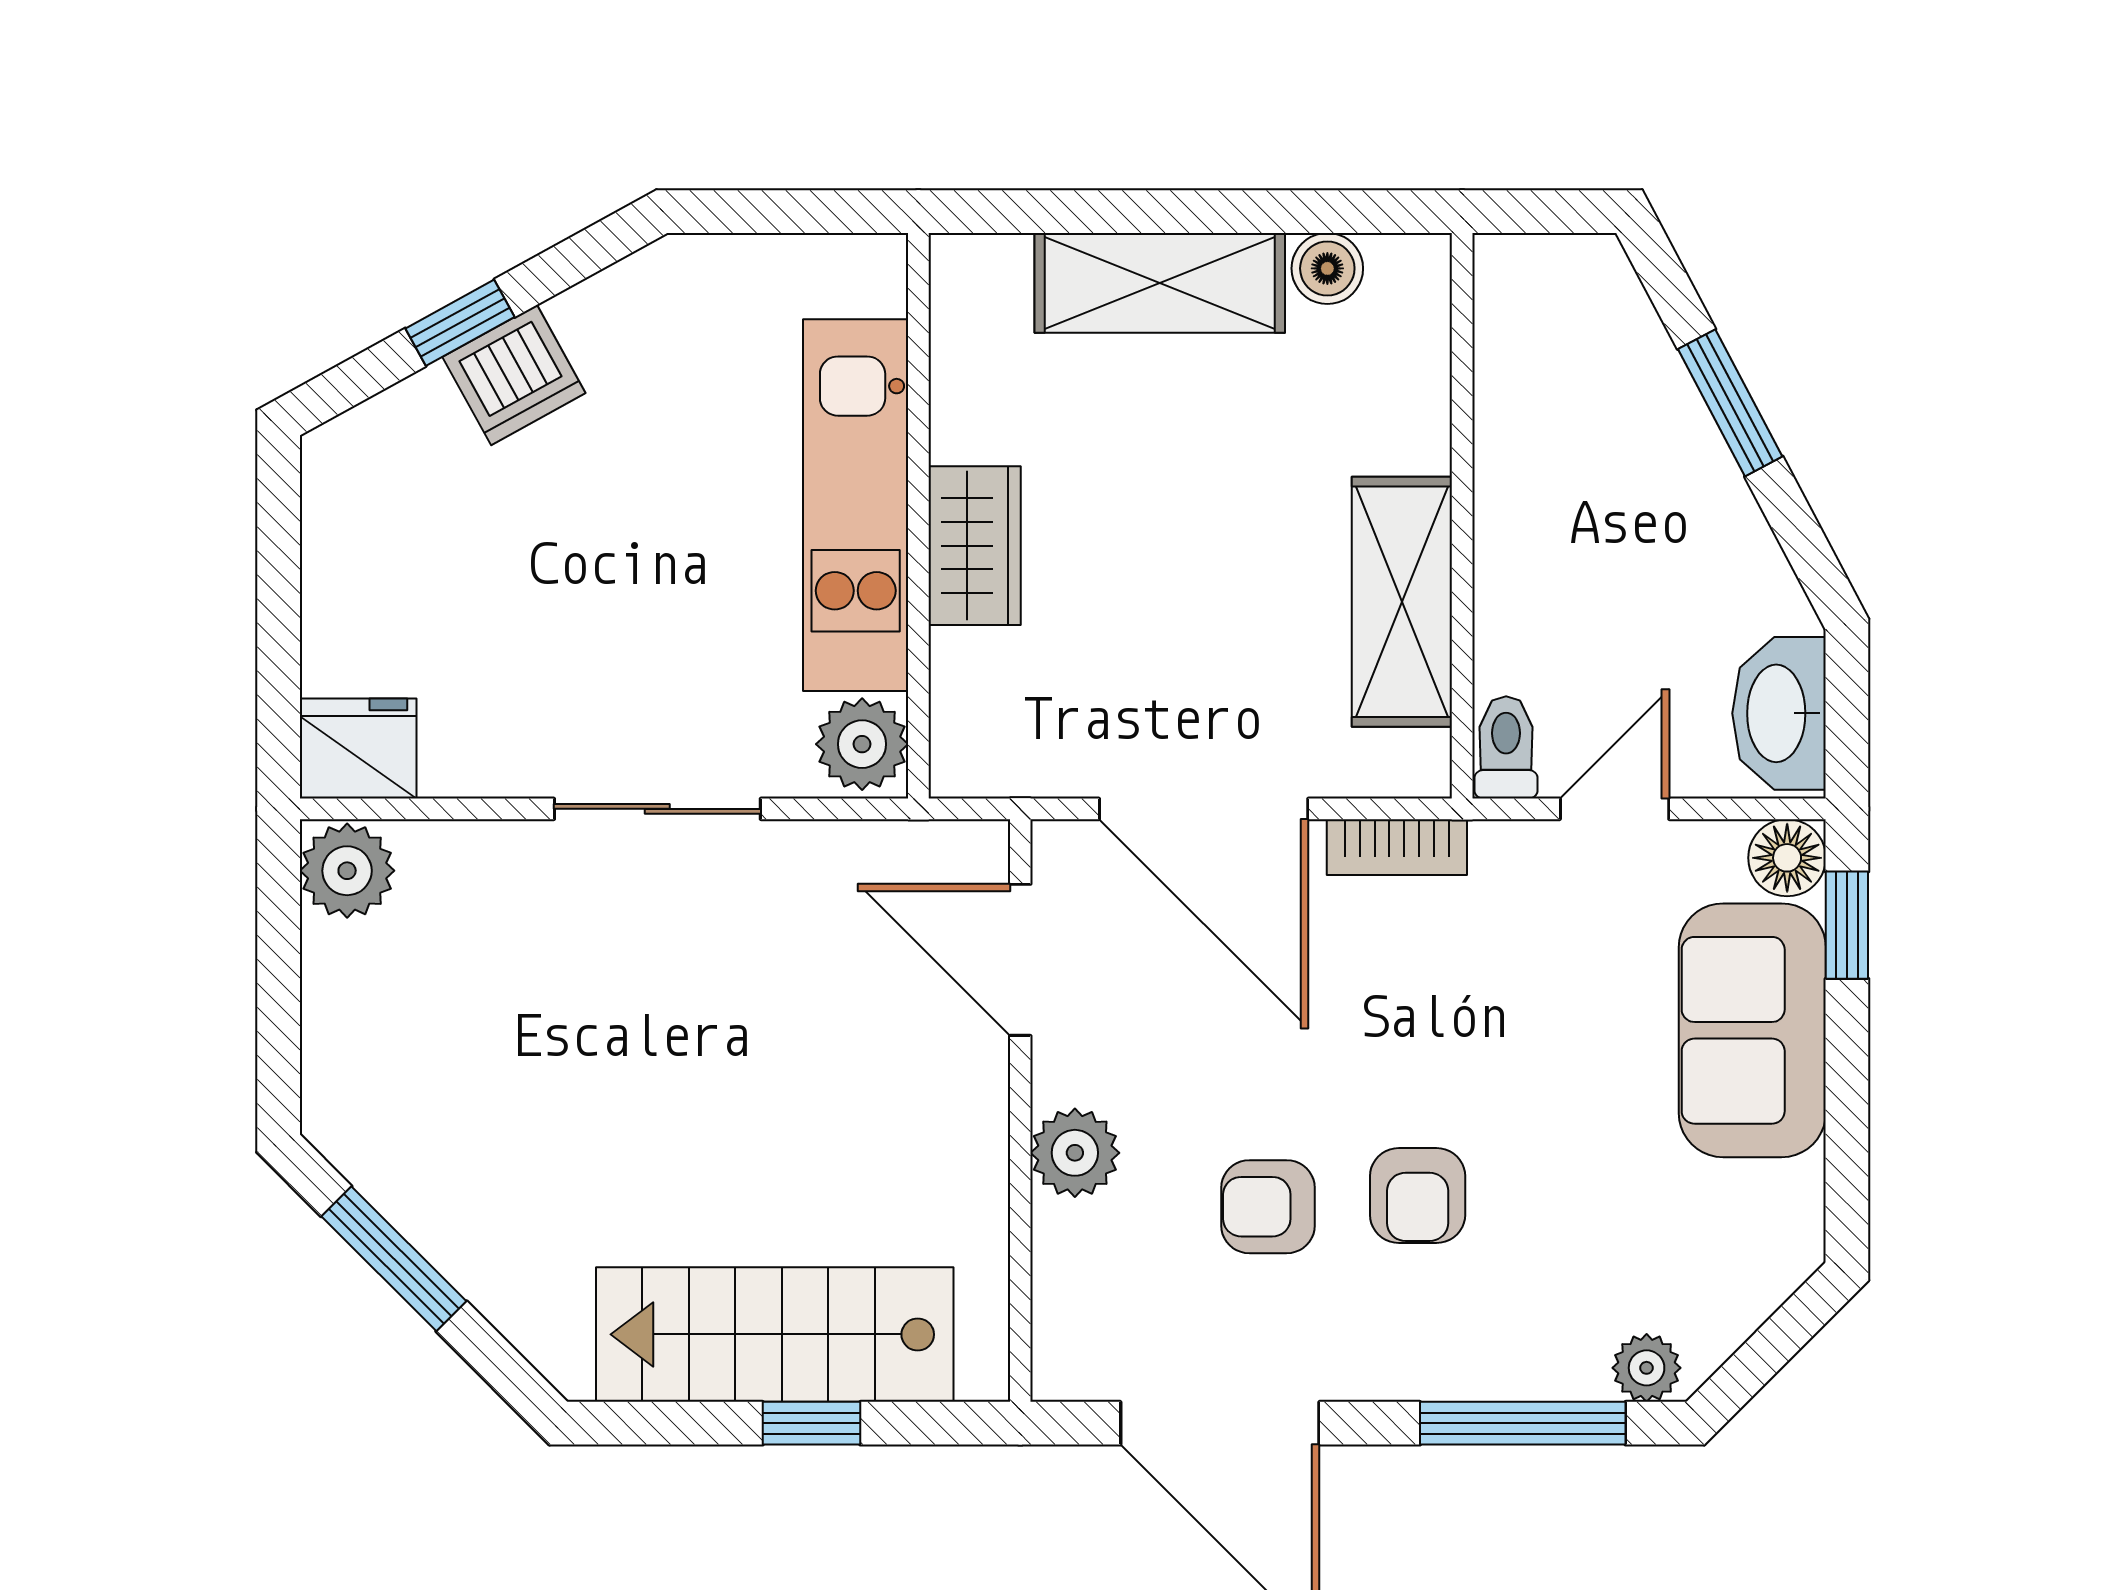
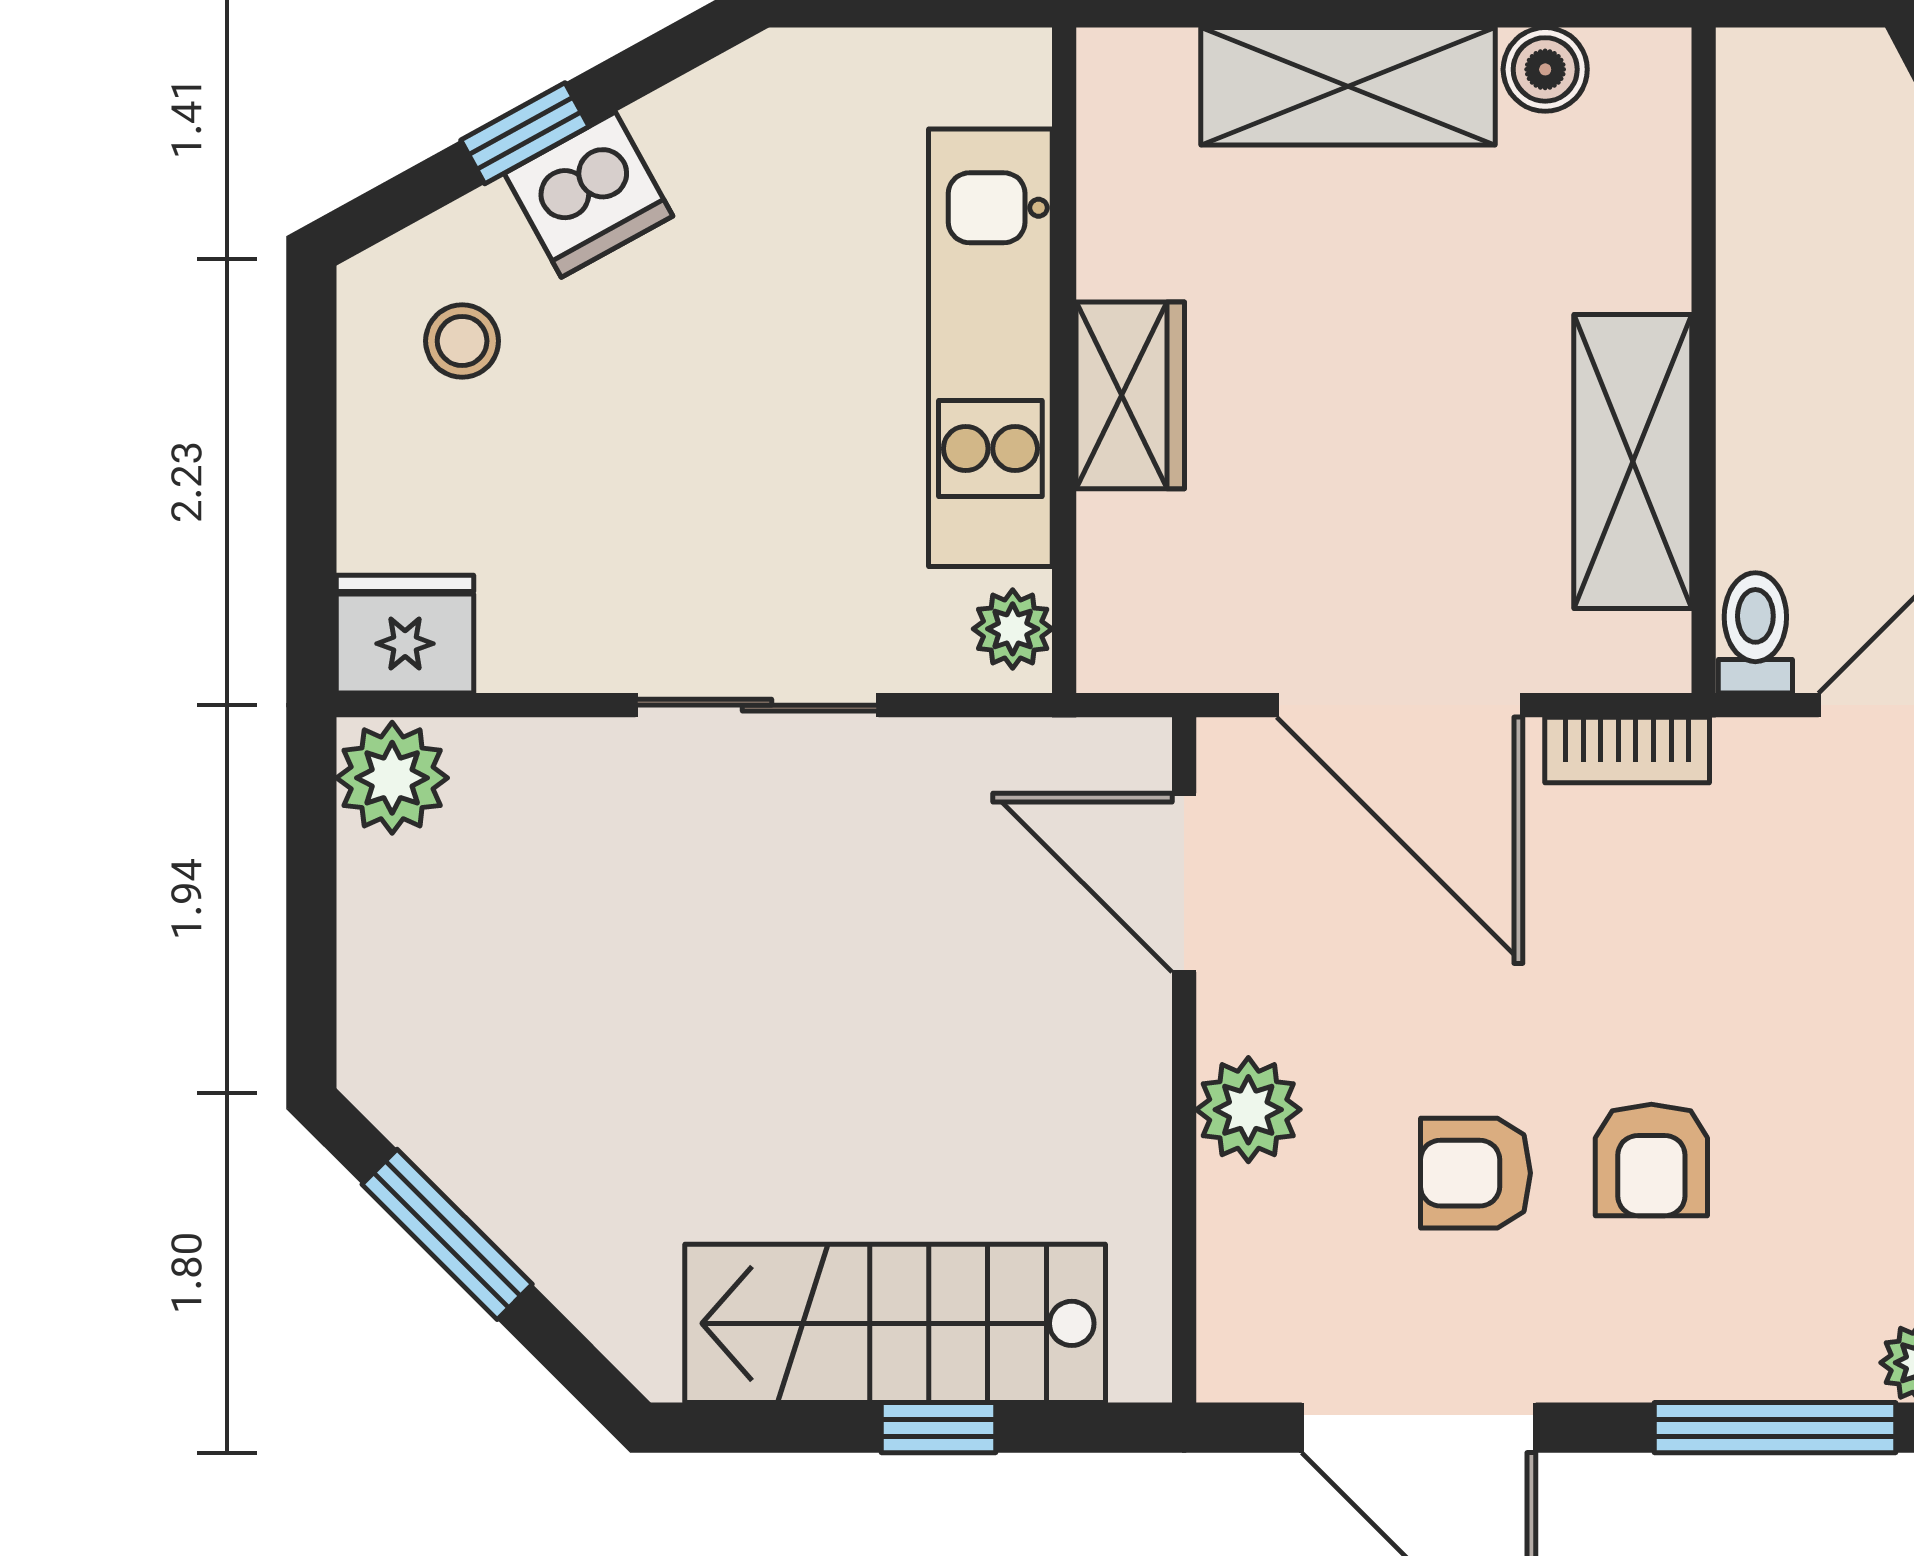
stool: (407, 499) -> (462, 341), added
plant: (862, 744) -> (1013, 629), width x0.73, depth x0.73

